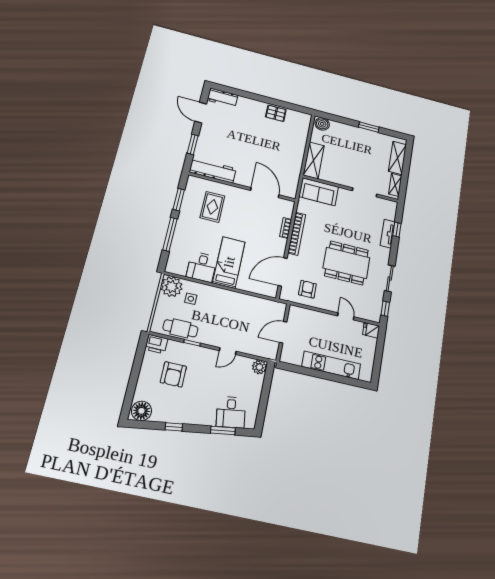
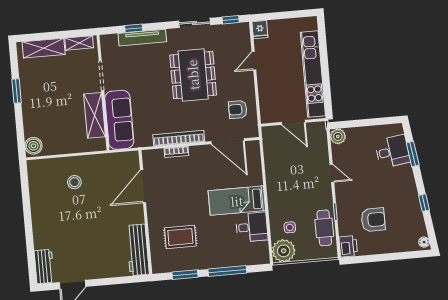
pallet: (276, 113) -> (41, 202), removed
stool: (284, 143) -> (74, 182), added
window: (193, 144) -> (115, 281), removed
shelving: (314, 160) -> (95, 115), moved, turned 90
sofa: (319, 192) -> (119, 120), width x1.36
tv unit: (388, 234) -> (142, 38), width x1.41
kitchen unit: (331, 365) -> (313, 74), width x1.36
floor lamp: (141, 411) -> (424, 242), width x0.53, depth x0.53

